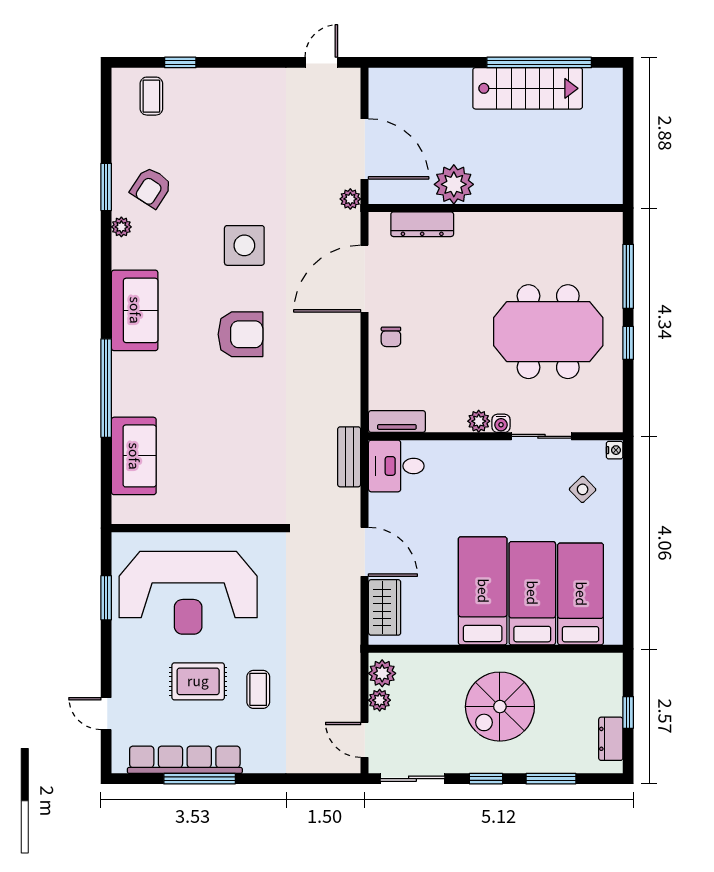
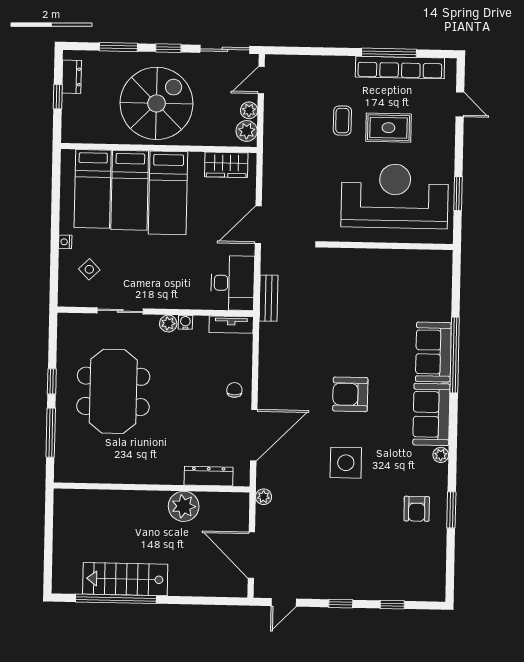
window: (247, 62) -> (341, 604), added
coffee table: (151, 96) -> (415, 579), removed
door: (365, 149) -> (251, 555), moved
armchair: (151, 188) -> (417, 509), turned 147
plant: (121, 227) -> (441, 455), moved
meeting table: (548, 332) -> (113, 391), turned 90
water cooler: (501, 423) -> (185, 322), moved
nightstand: (615, 450) -> (65, 242), moved
sofa: (134, 456) -> (433, 352), moved
desk: (396, 466) -> (233, 283), width x1.37
door: (365, 552) -> (258, 225), hinge flipped
wardrobe: (385, 607) -> (226, 165), moved, turned -90
spiral stairs: (500, 707) -> (156, 103), width x1.37, depth x1.37
door: (365, 740) -> (261, 80), swing flipped

